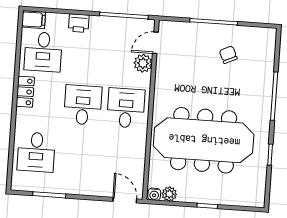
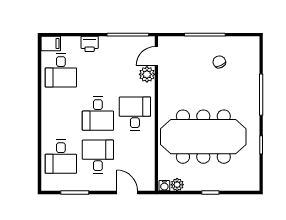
locker: (25, 92) -> (48, 106), removed
desk: (83, 105) -> (98, 114), turned 180
desk: (79, 155) -> (98, 157), added
door: (125, 200) -> (127, 193), moved

